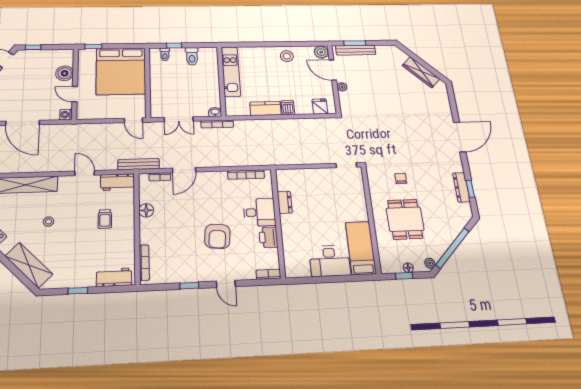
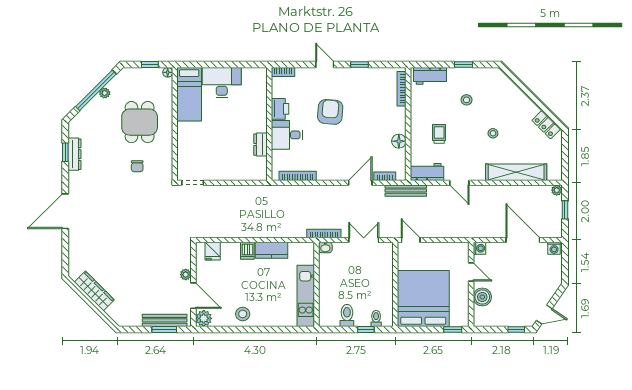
stool: (75, 254) -> (467, 100), added
plant: (430, 263) -> (105, 93), moved
shelving: (29, 265) -> (510, 91), removed
floor lamp: (408, 268) -> (168, 72), moved

